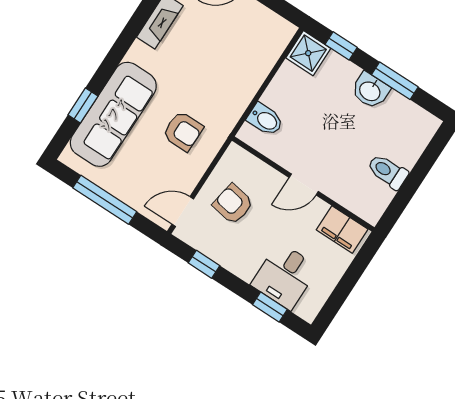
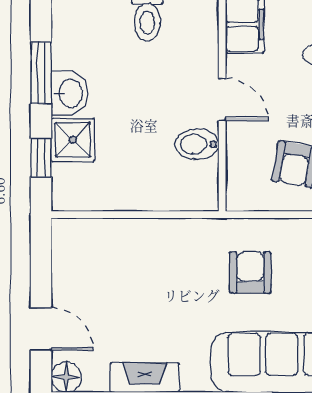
shower: (308, 53) -> (73, 140), moved
bidet: (265, 120) -> (197, 144), moved, turned -90

